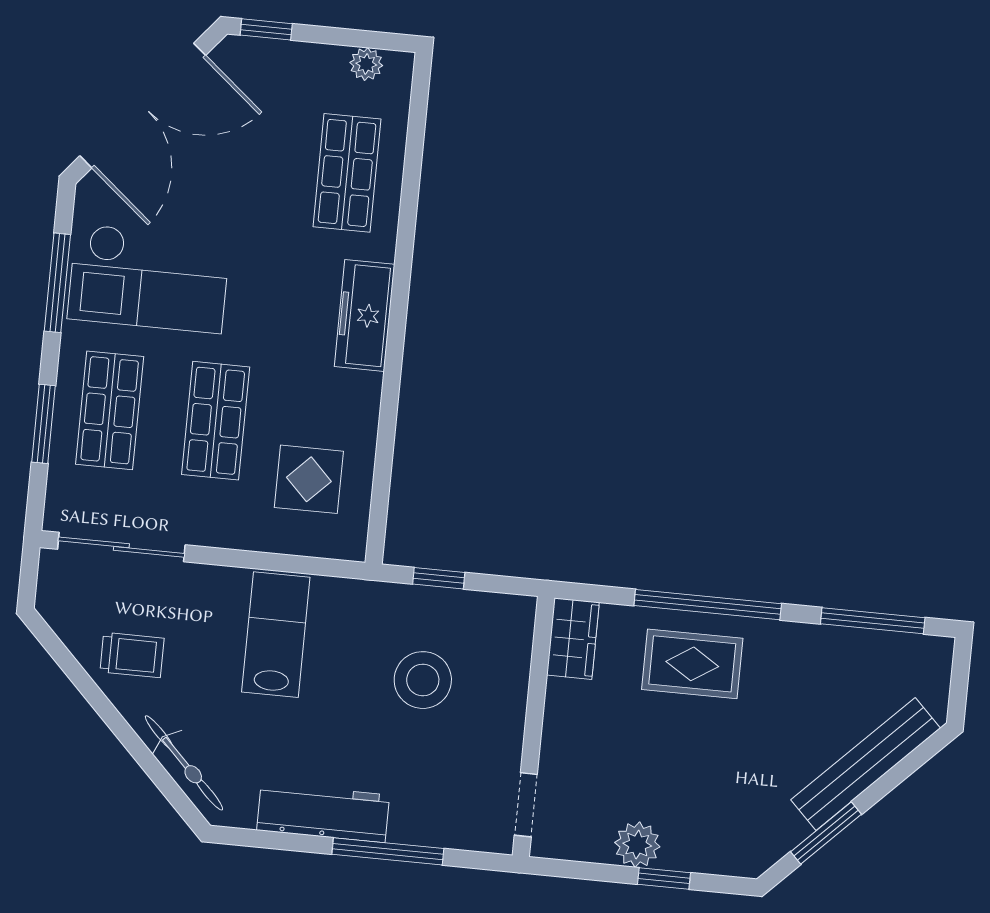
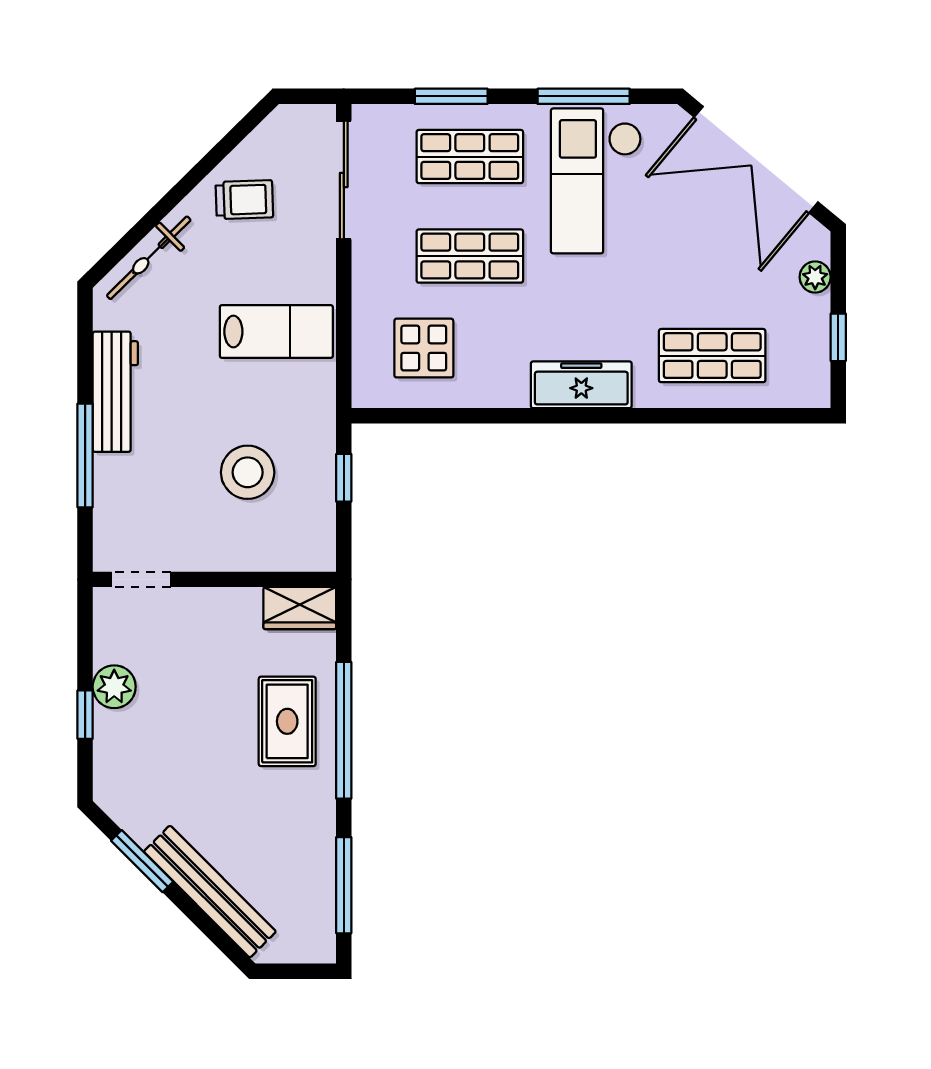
window: (266, 29) -> (838, 337), moved
plant: (366, 64) -> (815, 277), moved
trolley: (132, 655) -> (244, 200), turned -92

